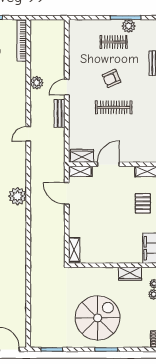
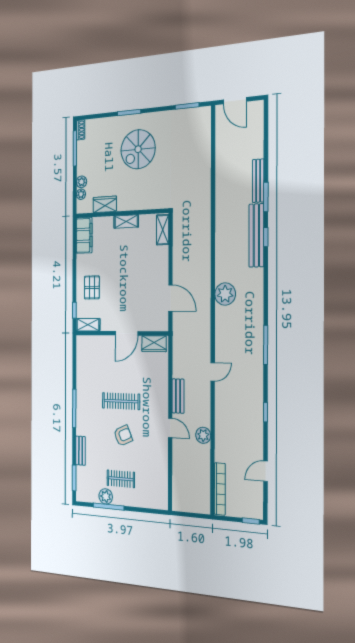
door: (67, 87) -> (170, 428), hinge flipped
shelving: (80, 171) -> (126, 221), moved
spiral stairs: (98, 318) -> (138, 149), width x0.73, depth x0.73

